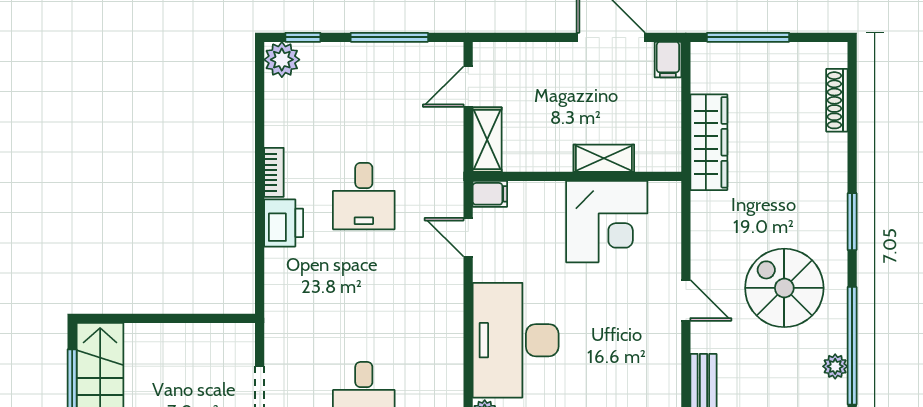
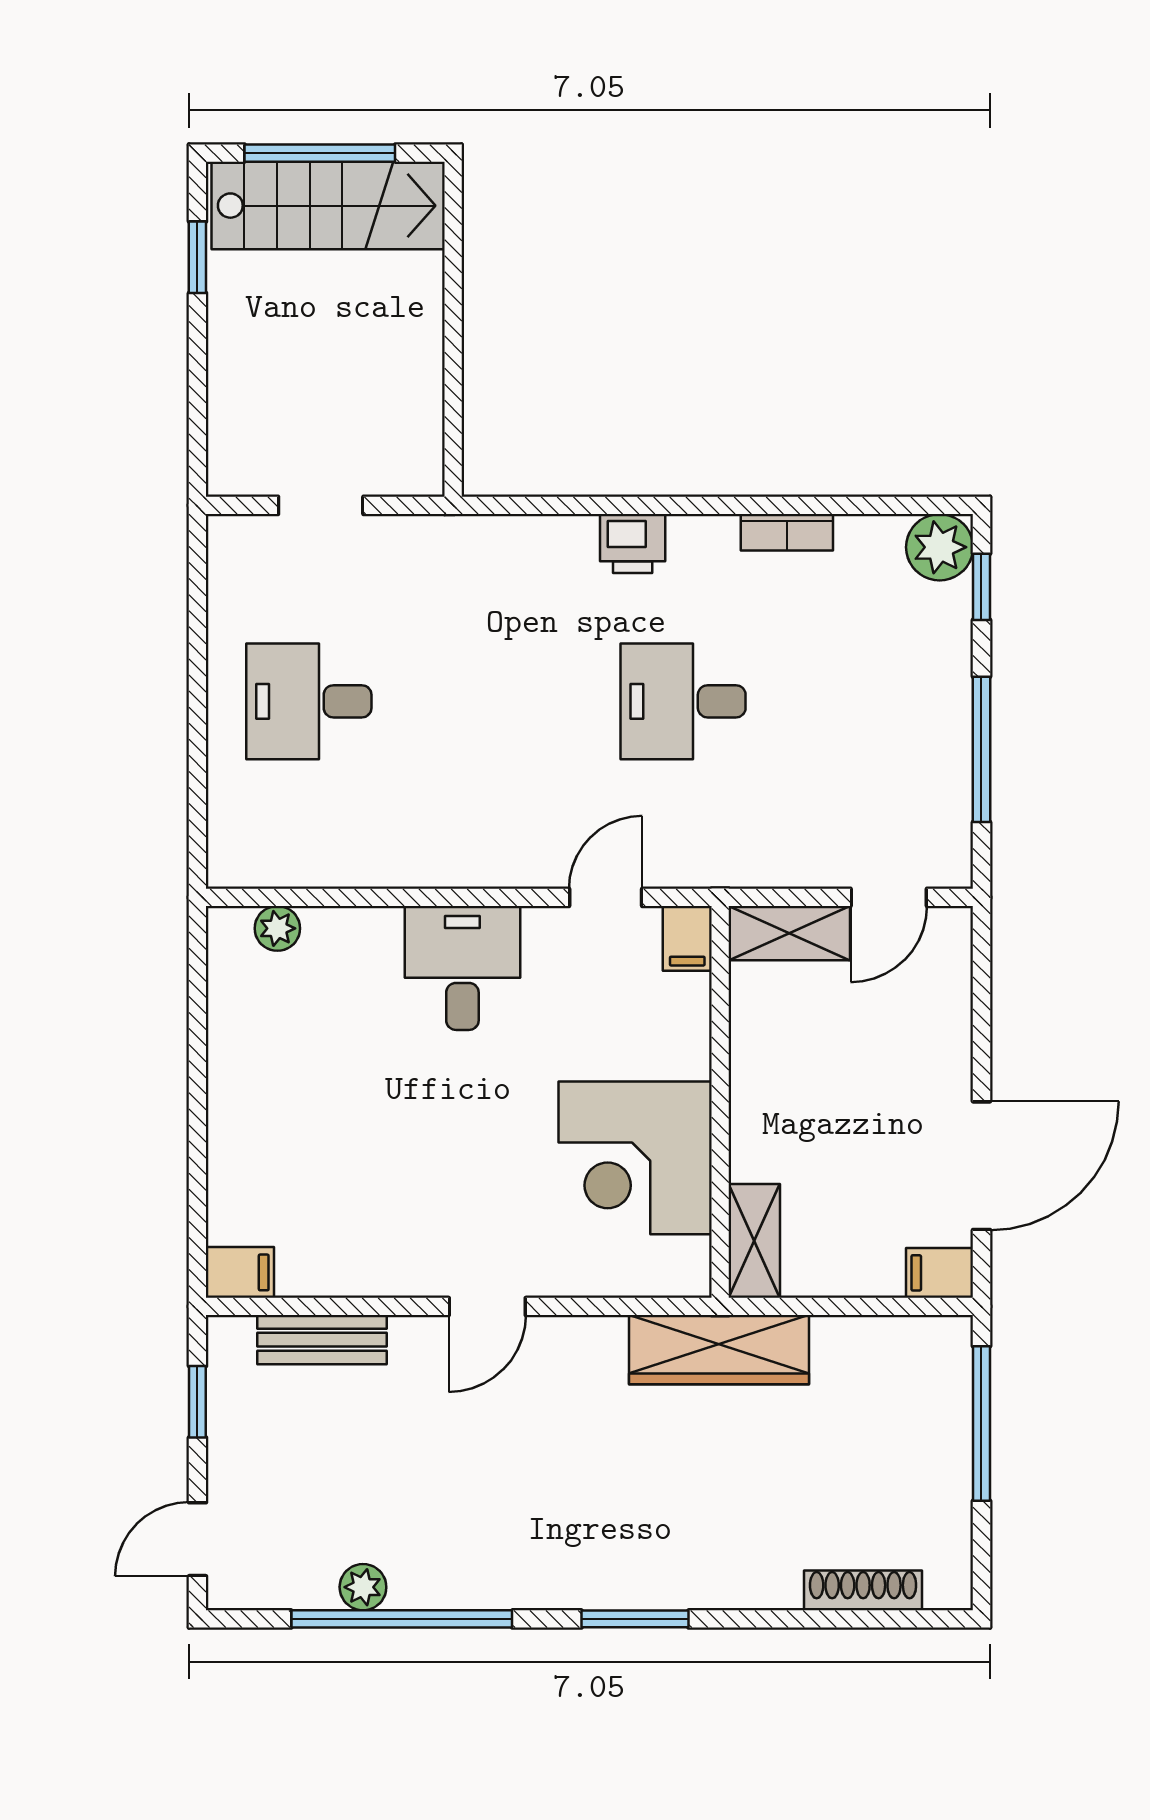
door: (468, 87) -> (889, 897), swing flipped
wardrobe: (709, 142) -> (719, 1350), moved
shelving: (604, 158) -> (754, 1241), moved
bookcase: (274, 172) -> (787, 532), moved
printer: (284, 223) -> (633, 543), width x0.73, depth x0.81
spiral stairs: (784, 288) -> (510, 1492), removed
desk: (516, 340) -> (462, 968), width x0.53, depth x0.77

